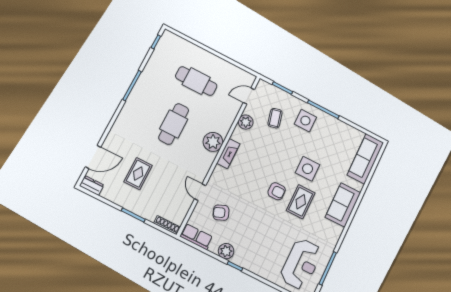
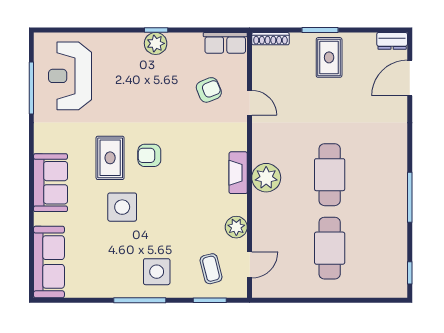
cafe table: (196, 81) -> (330, 248), turned 90
coffee table: (275, 118) -> (211, 269), moved
rug: (138, 174) -> (329, 57), moved
plant: (226, 251) -> (156, 43), moved

